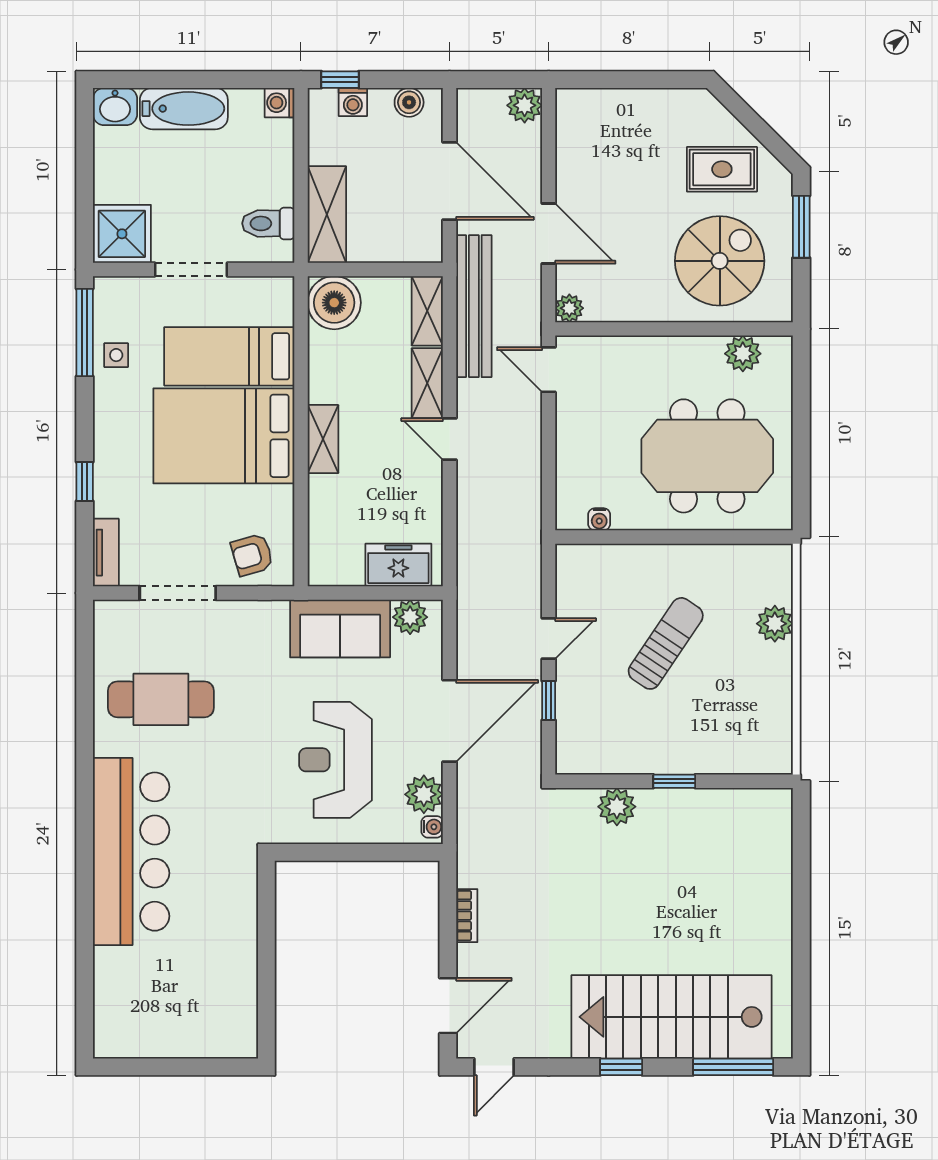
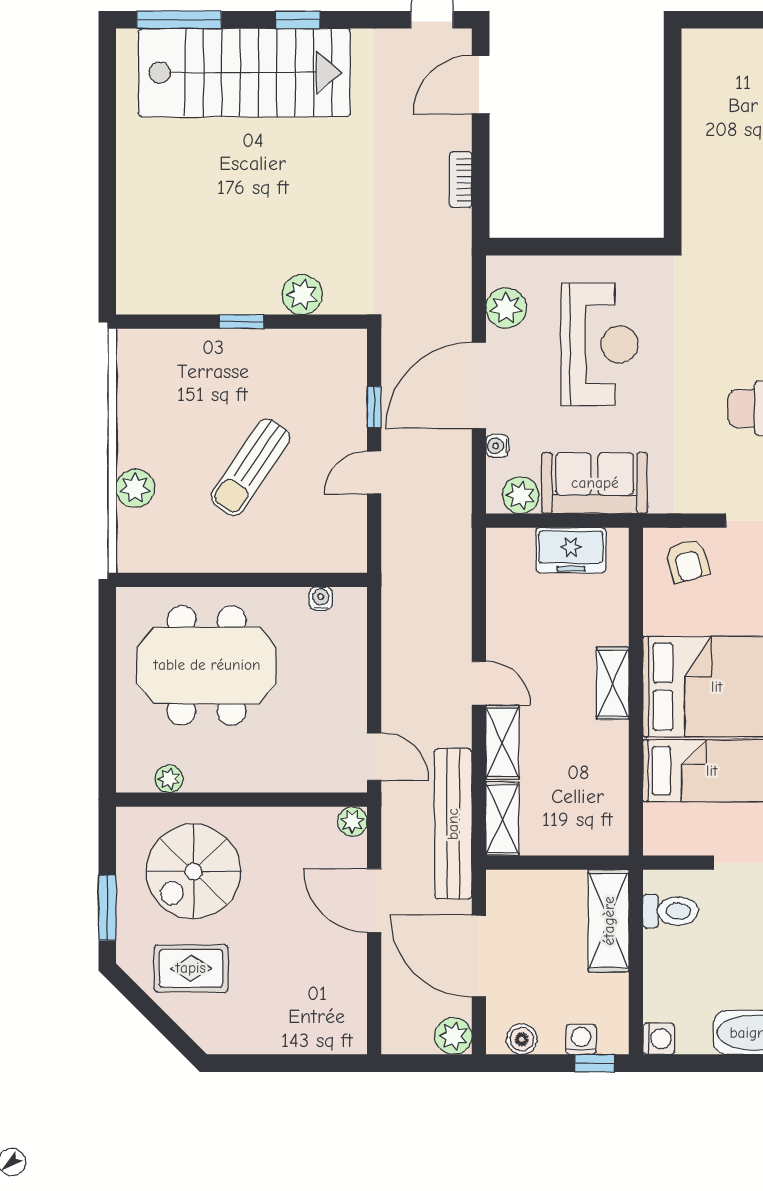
plant: (525, 105) -> (453, 1036), moved
boiler: (334, 303) -> (601, 827), removed
plant: (743, 354) -> (169, 779), width x0.73, depth x0.73
armchair: (252, 555) -> (688, 561), turned 91
freezer: (398, 565) -> (571, 550), moved
water cooler: (432, 827) -> (497, 446), moved

